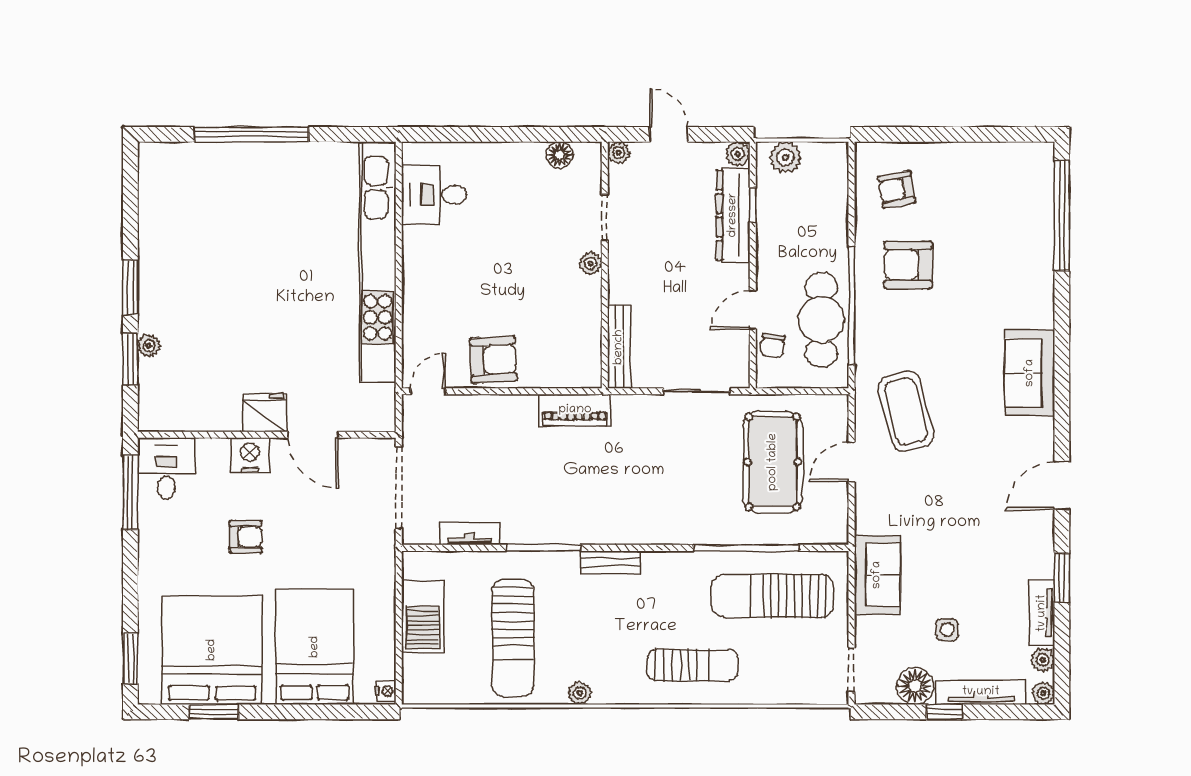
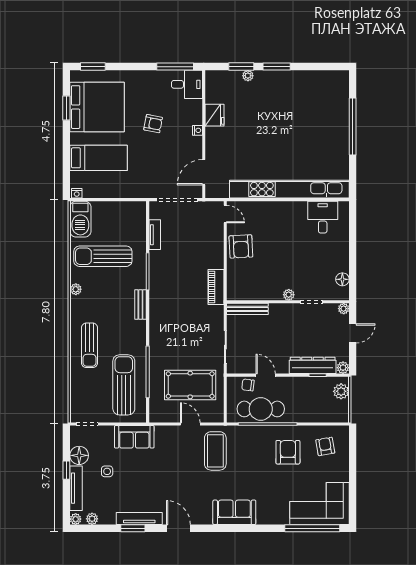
corner sofa: (1012, 201) -> (319, 504), added
coffee table: (906, 411) -> (215, 451), turned -76
fridge: (265, 413) -> (215, 115), moved
door: (313, 435) -> (204, 172), moved
nightstand: (250, 455) -> (197, 130), width x0.53, depth x0.56
armchair: (245, 537) -> (153, 124), turned -79
tv unit: (1042, 613) -> (139, 518), moved, width x1.41
barbecue: (423, 617) -> (80, 219), moved, turned -90
bed: (315, 647) -> (98, 158), width x0.67

